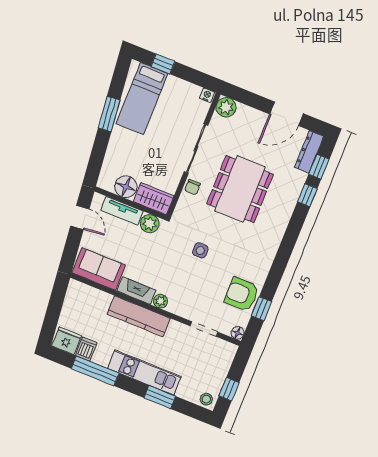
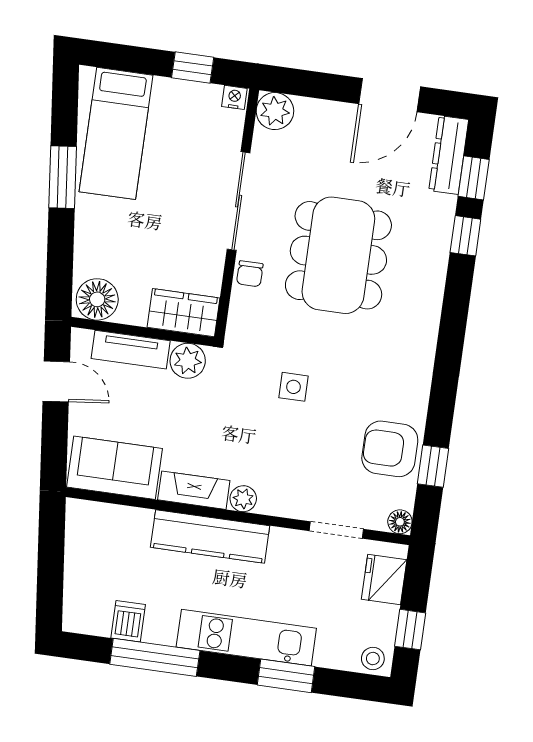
window: (163, 64) -> (193, 68), moved
floor lamp: (126, 187) -> (97, 299), moved
fridge: (67, 341) -> (384, 580), moved, turned -90

